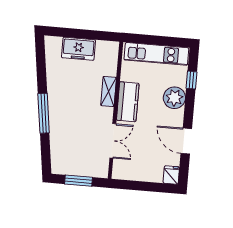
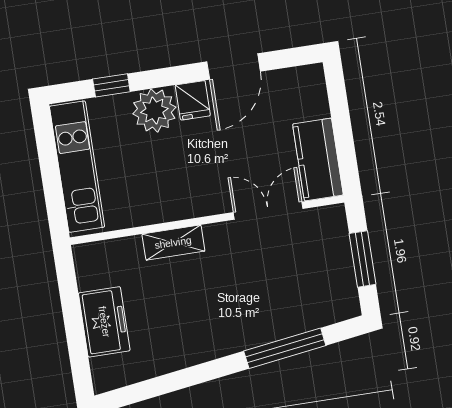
kitchen counter: (128, 102) -> (318, 160), moved, turned -90
window: (44, 113) -> (285, 348), moved
fridge: (171, 175) -> (193, 100), moved, turned -90

